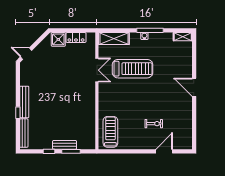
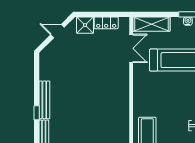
door: (26, 54) -> (57, 31), moved
double door: (97, 70) -> (131, 48), moved

